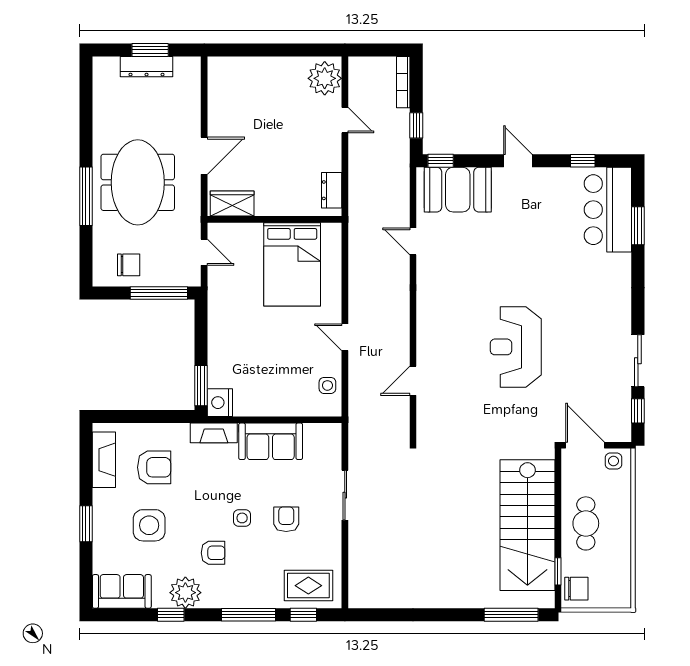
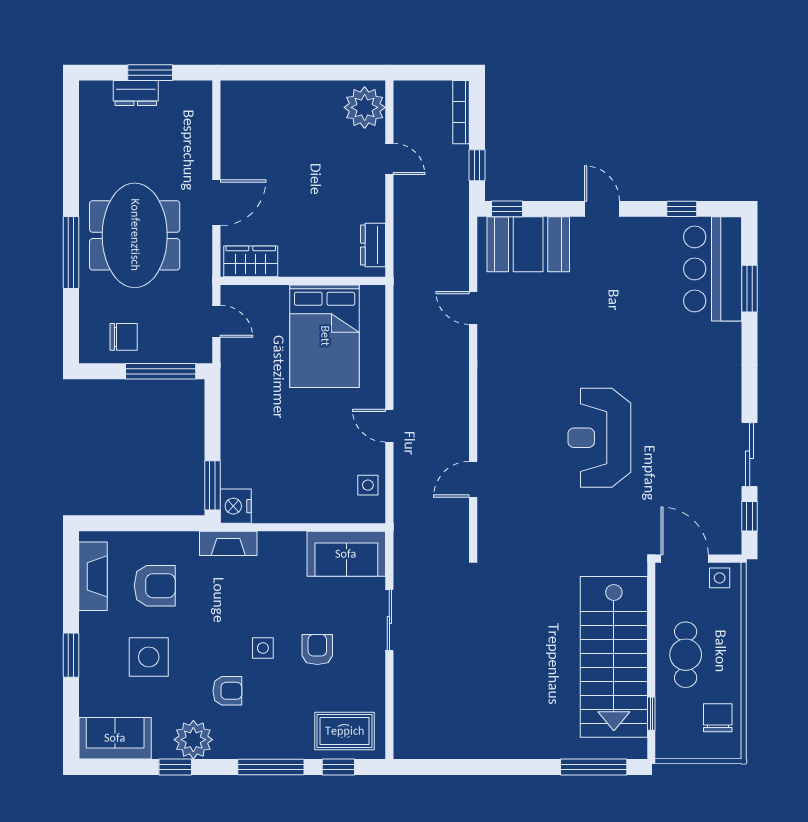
dresser: (147, 67) -> (136, 93), width x0.70
sofa: (271, 441) -> (346, 554), moved
chair: (576, 589) -> (718, 718), moved, turned -90

